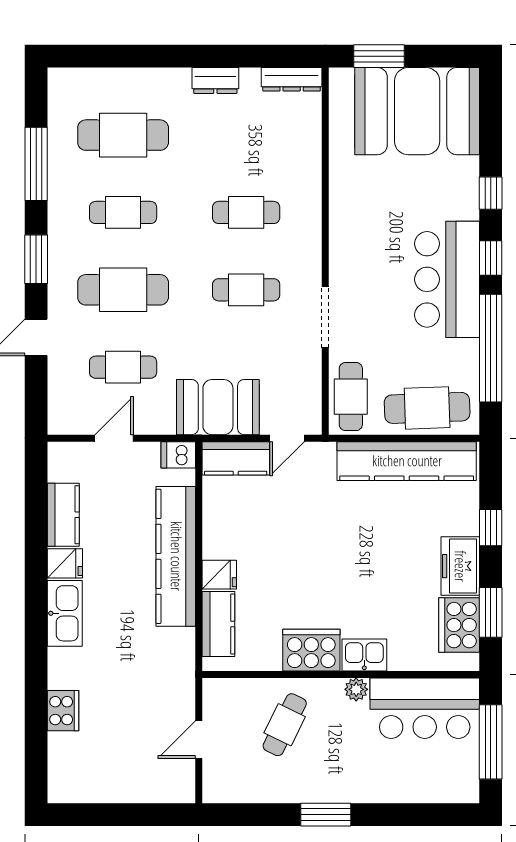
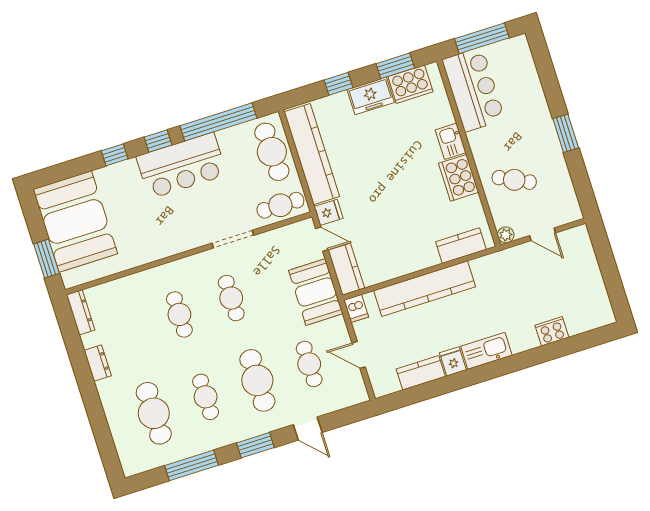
fridge: (219, 575) -> (329, 212), moved, turned 90
plant: (356, 689) -> (506, 235), moved

